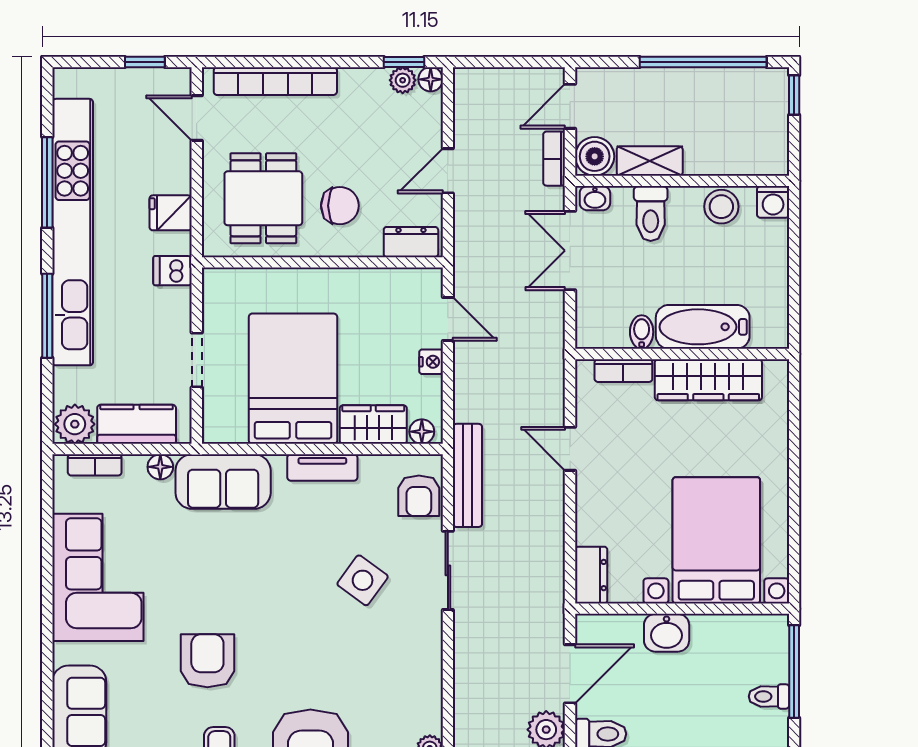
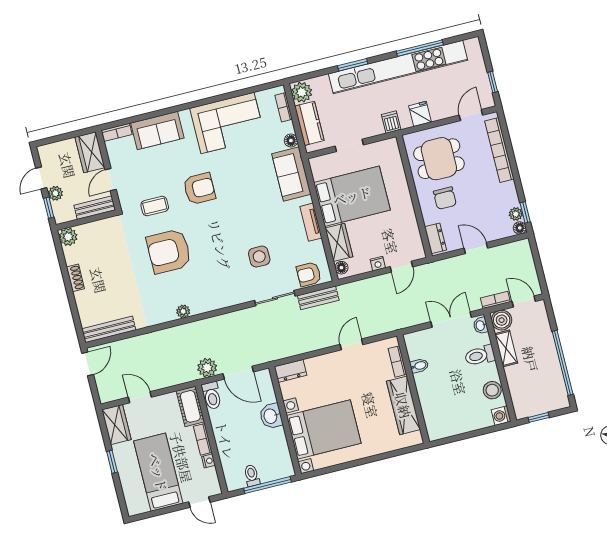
window: (794, 95) -> (539, 417), moved
window: (47, 316) -> (353, 65), width x0.69
bathtub: (703, 327) -> (429, 396), removed
bench: (467, 475) -> (318, 298), width x0.73
side table: (363, 580) -> (259, 257), turned -36

